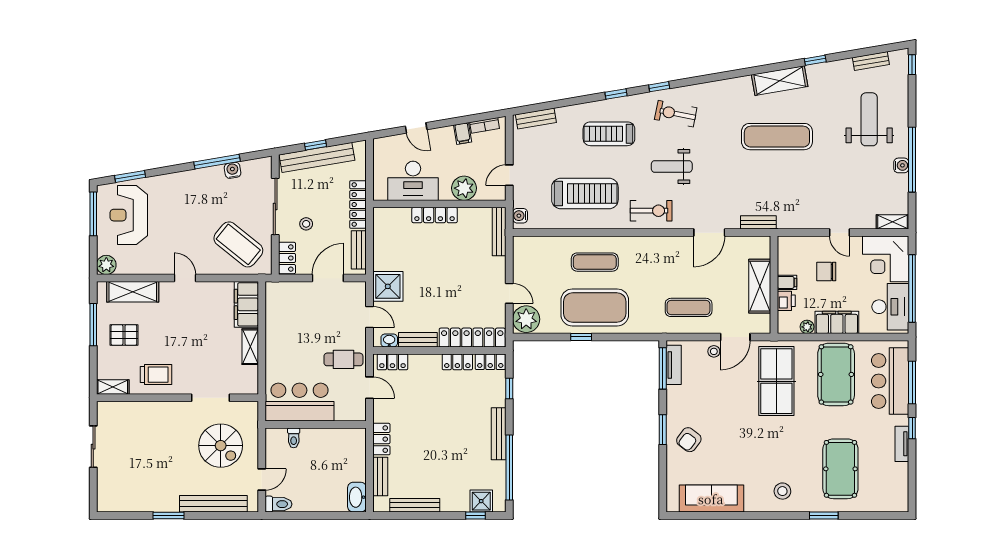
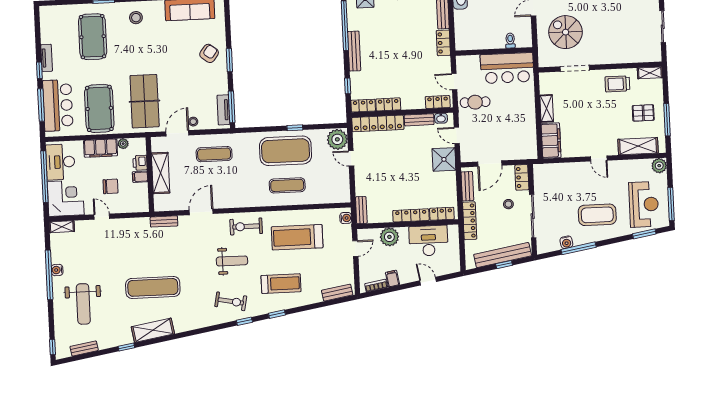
locker: (394, 215) -> (442, 214), added
bench: (499, 232) -> (361, 210), width x0.73
coffee table: (238, 244) -> (597, 215), moved, turned -39

